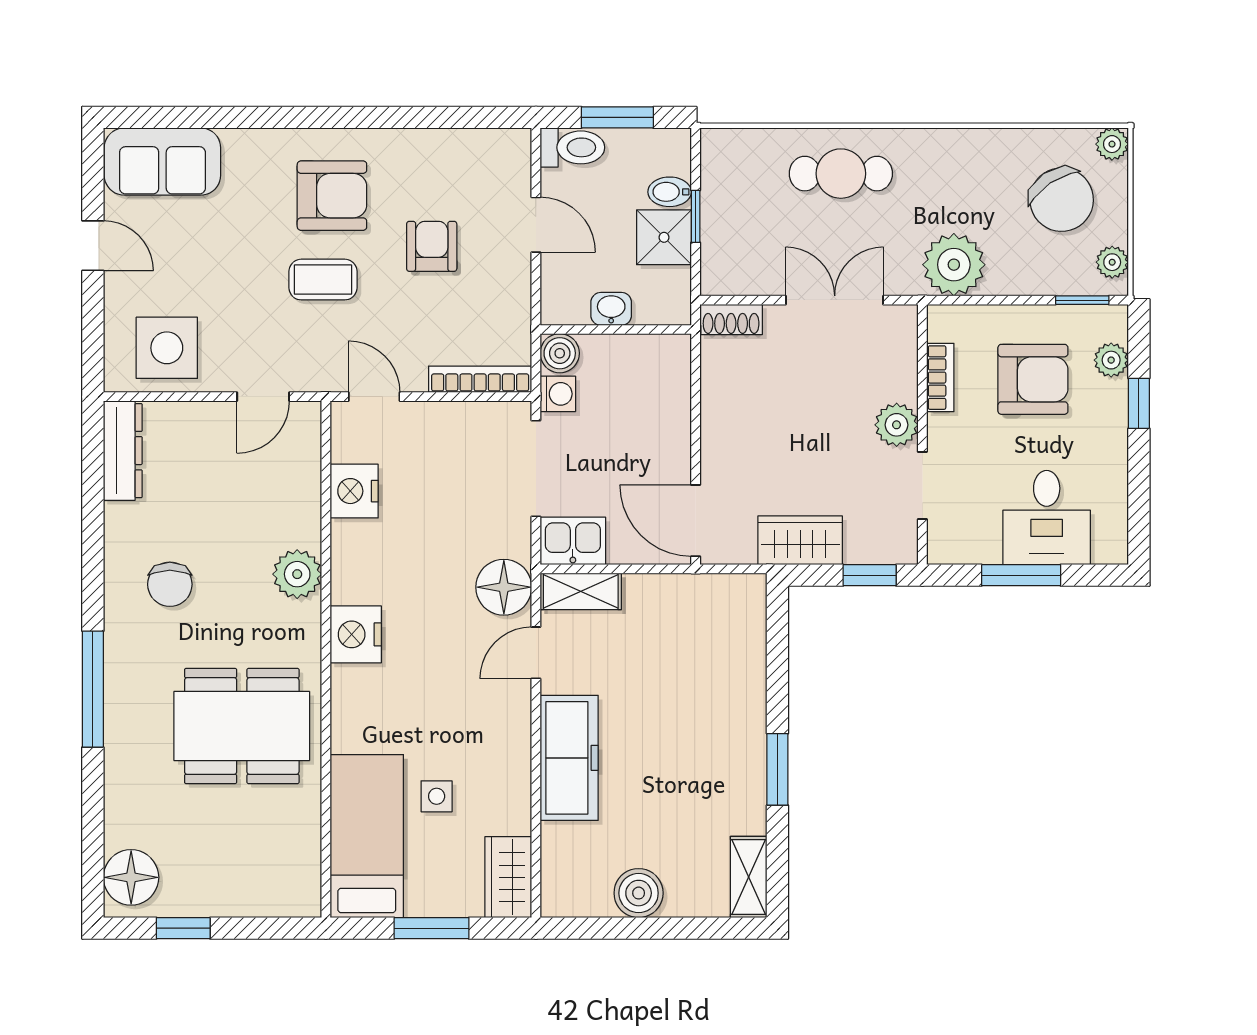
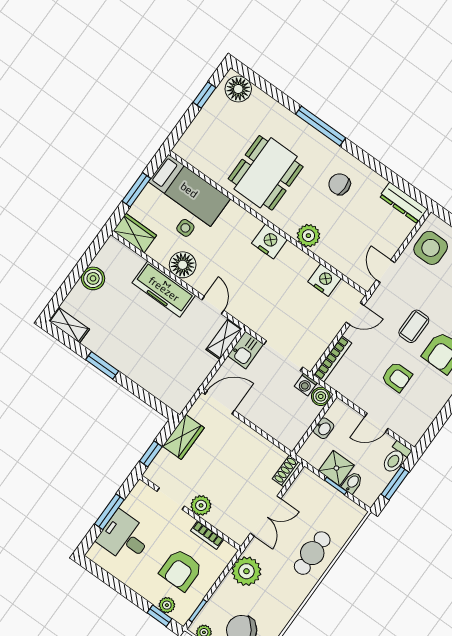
window: (1139, 403) -> (160, 616), moved
floor lamp: (504, 587) -> (183, 265), moved

